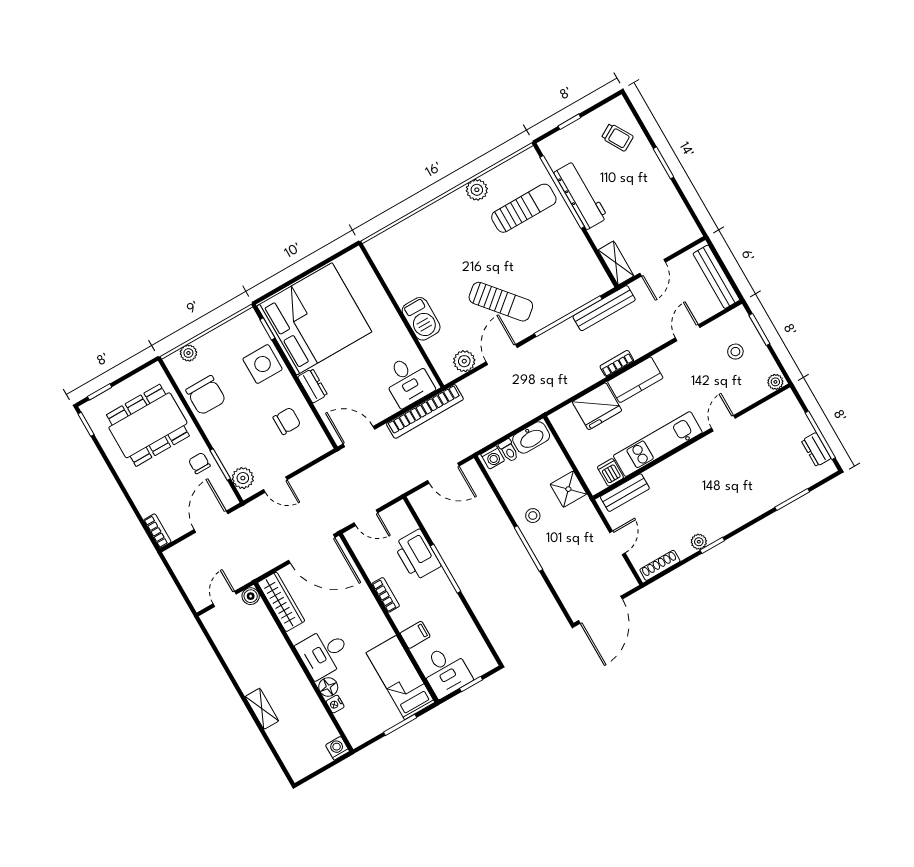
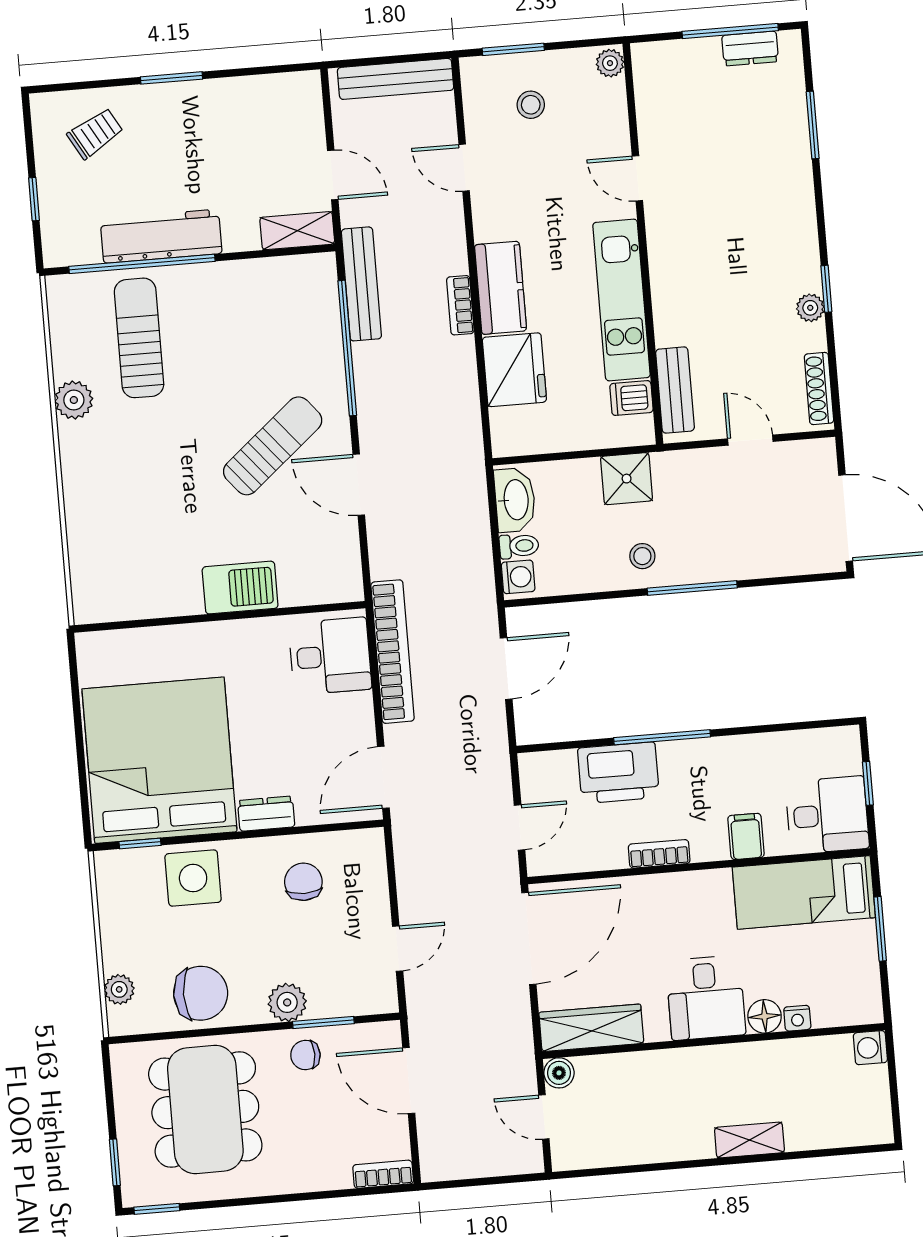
plant: (464, 361) -> (341, 550), removed
plant: (243, 478) -> (287, 1002), moved

